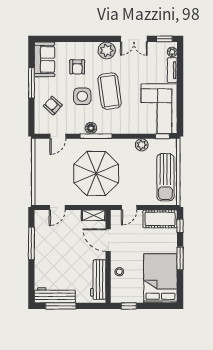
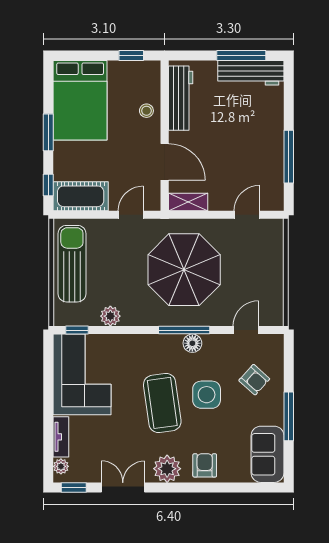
armchair: (77, 67) -> (205, 465), moved

